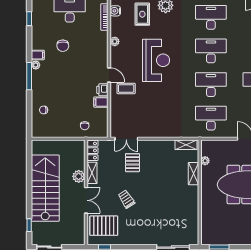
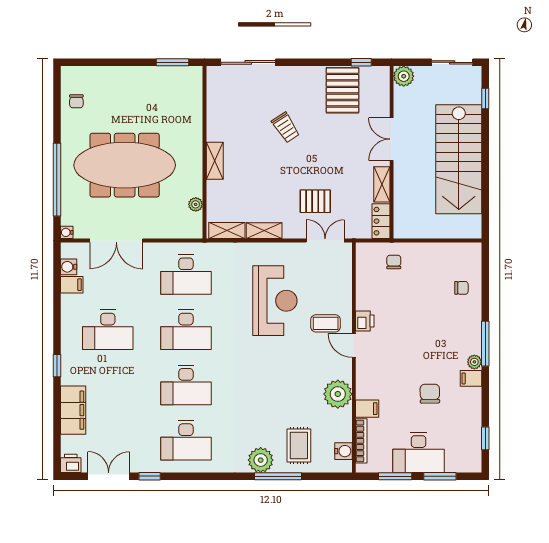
plant: (115, 41) -> (338, 394), width x1.87, depth x1.87
reception desk: (156, 60) -> (275, 301), moved, turned 180
filing cabinet: (101, 102) -> (367, 409), moved
shelving: (163, 145) -> (264, 231), added
pallet: (132, 163) -> (315, 201), turned 90
shelving: (194, 174) -> (215, 161), moved
plant: (79, 176) -> (404, 76), moved
trolley: (126, 199) -> (286, 127), moved
pallet: (104, 226) -> (343, 90), moved, turned 90

